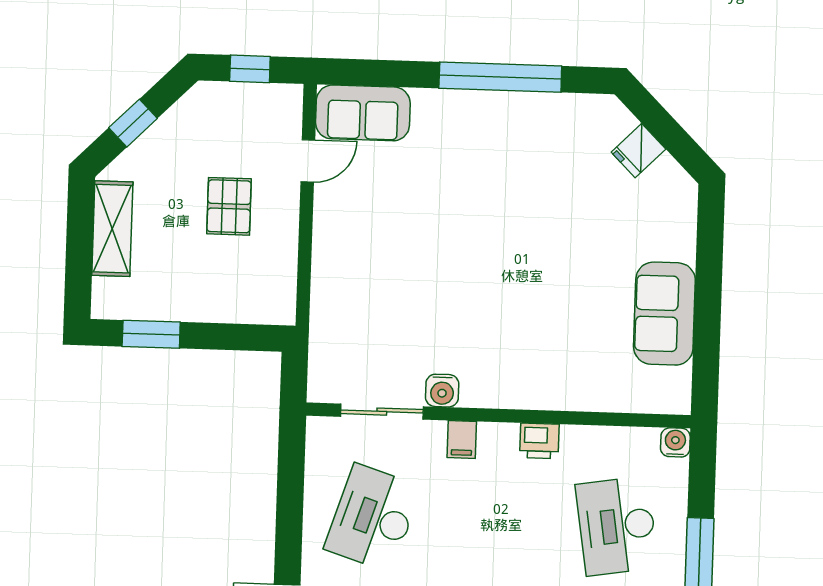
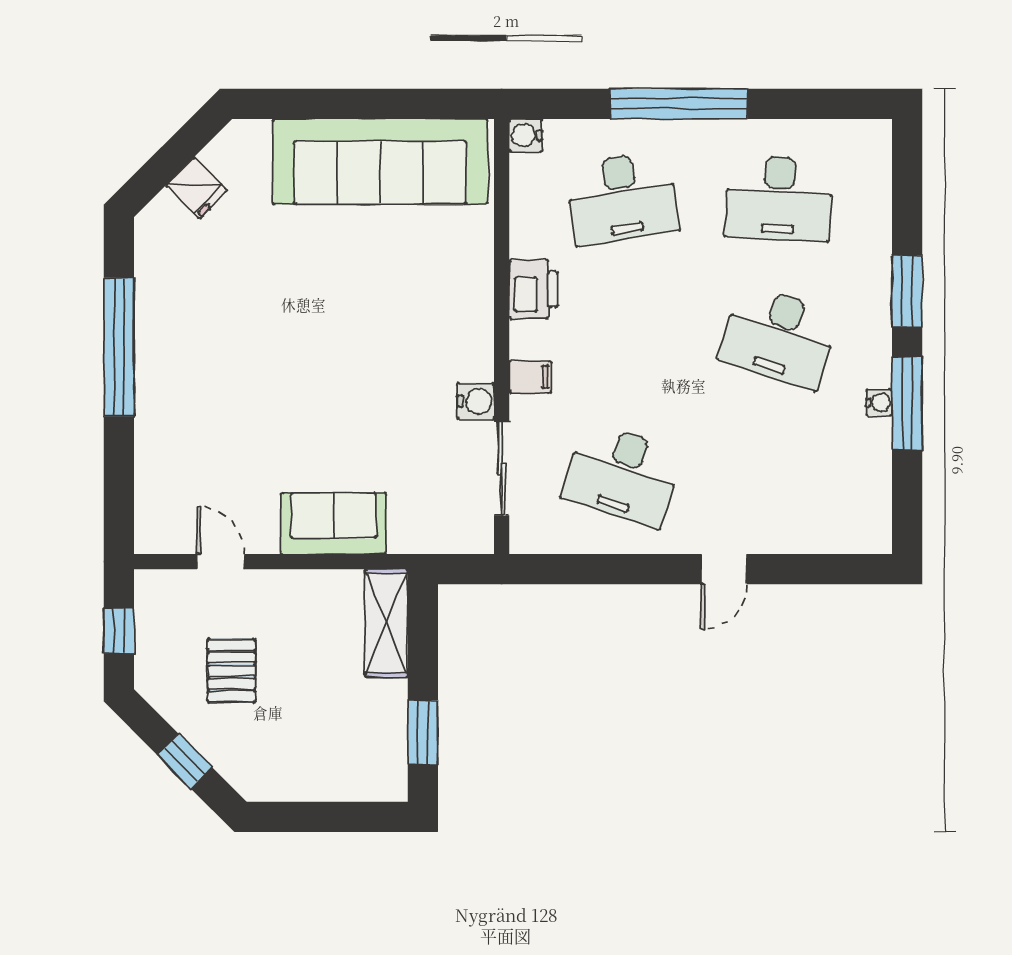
sofa: (363, 113) -> (333, 524), moved, turned -90
pallet: (229, 206) -> (232, 671), moved, turned 90
shelving: (112, 229) -> (386, 623), moved, turned 90
sofa: (664, 314) -> (380, 161), width x1.85, depth x1.27
printer: (539, 441) -> (534, 289), width x1.36, depth x1.24

